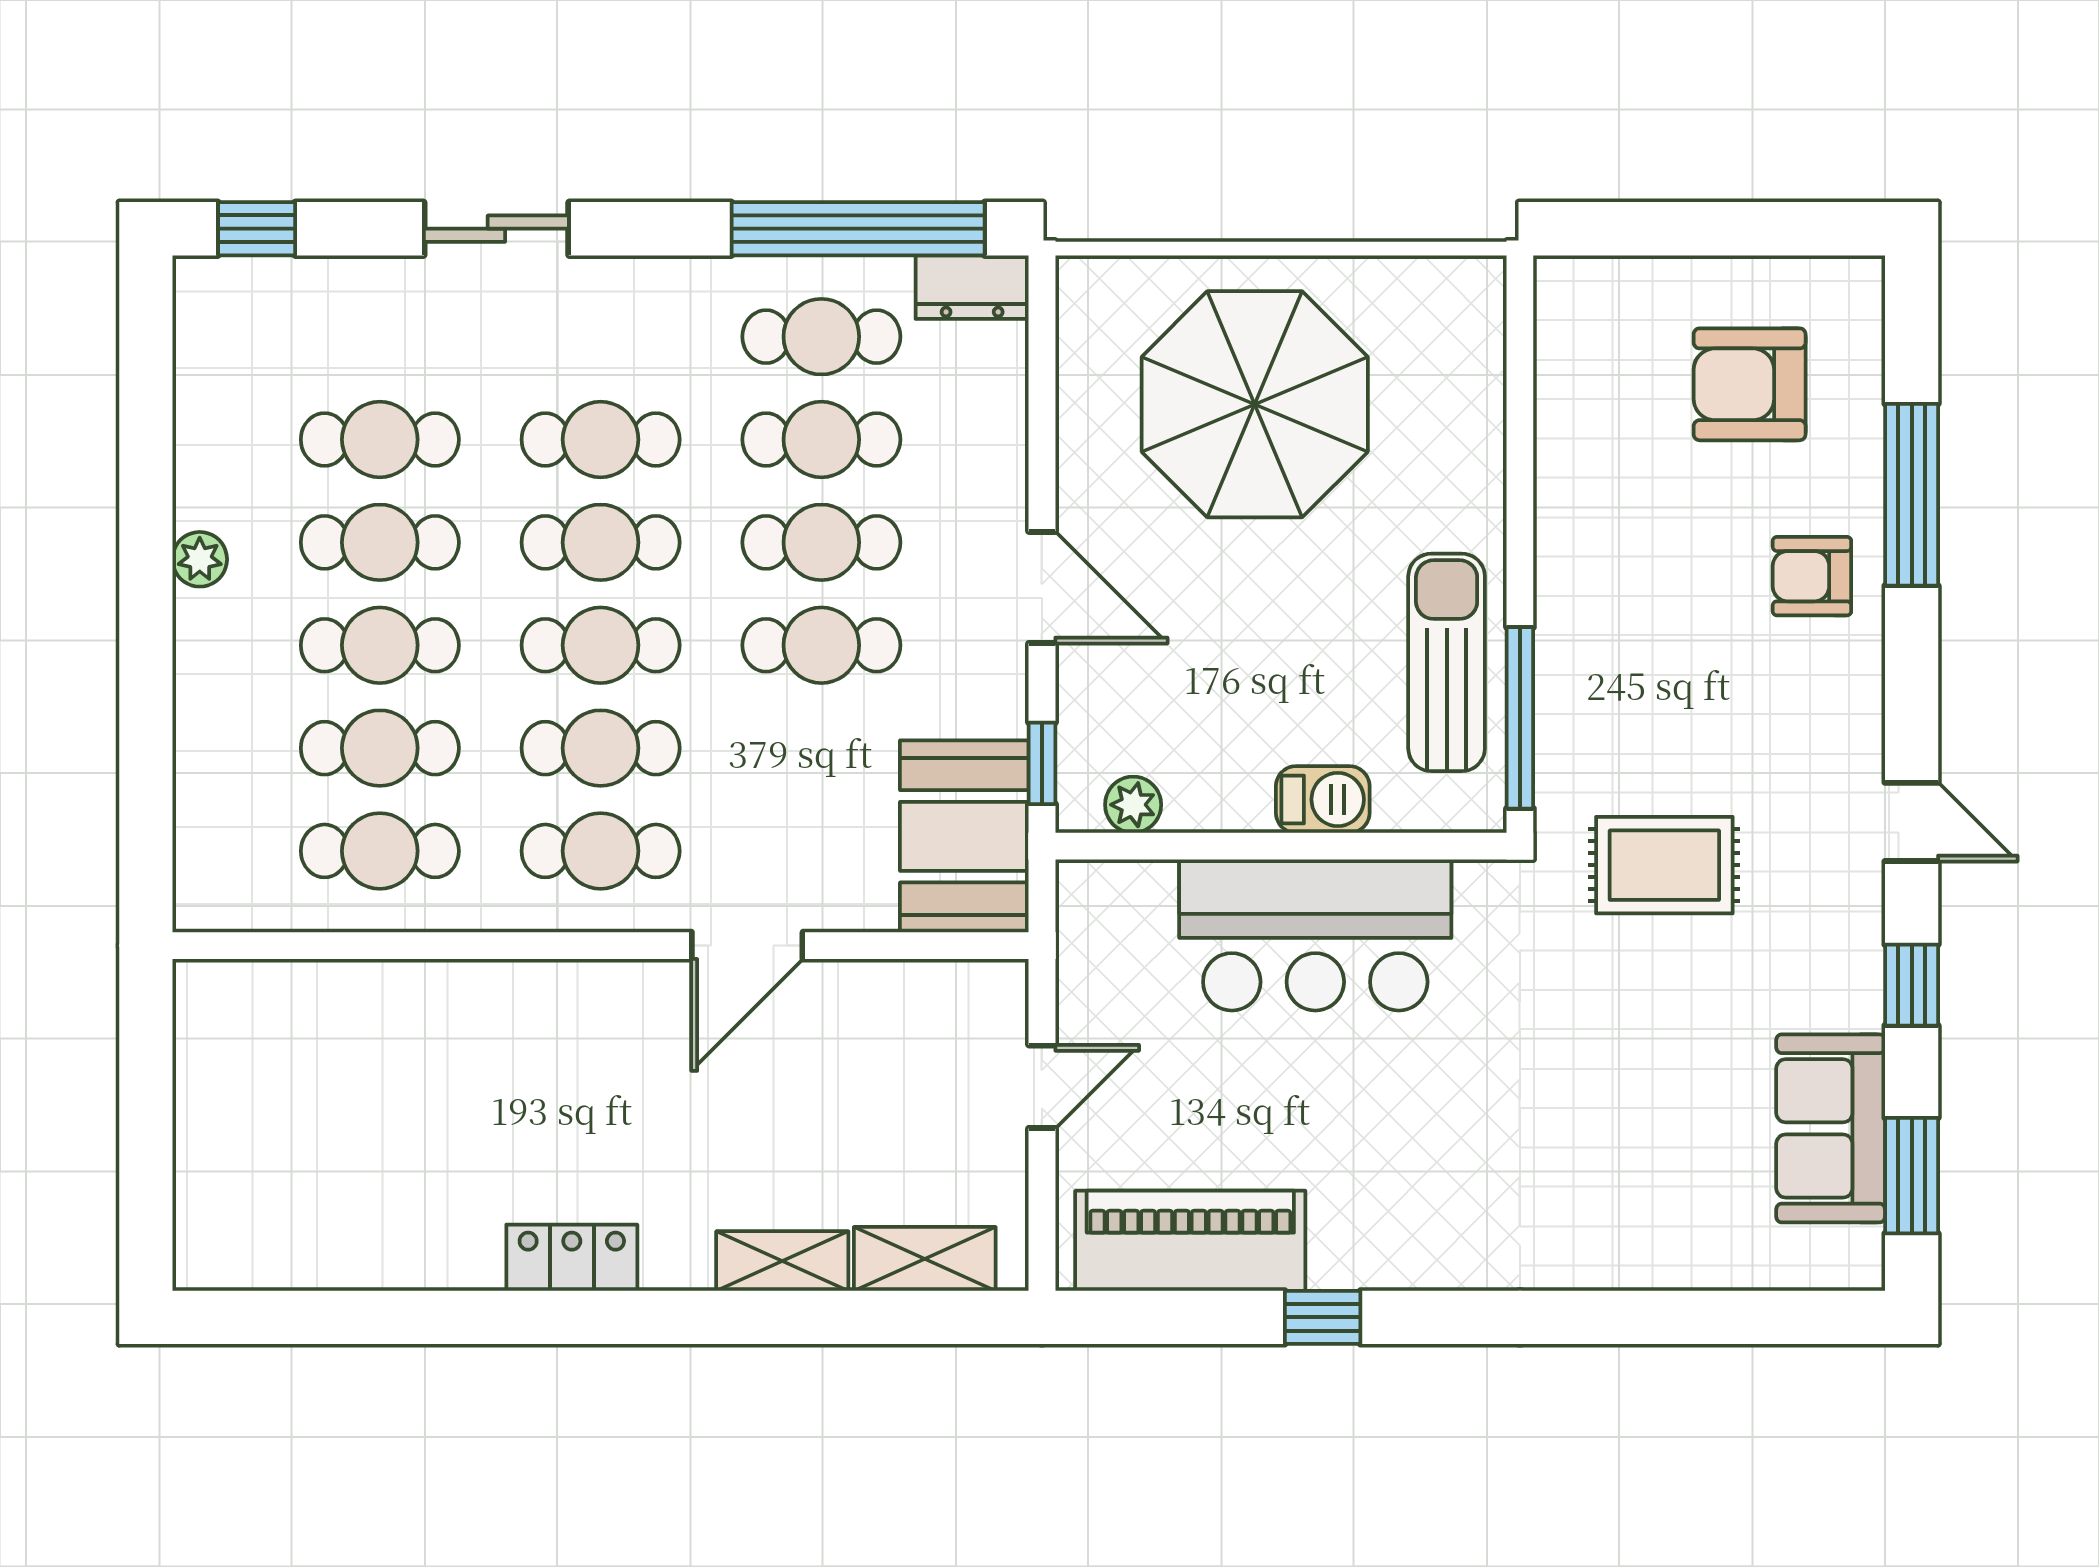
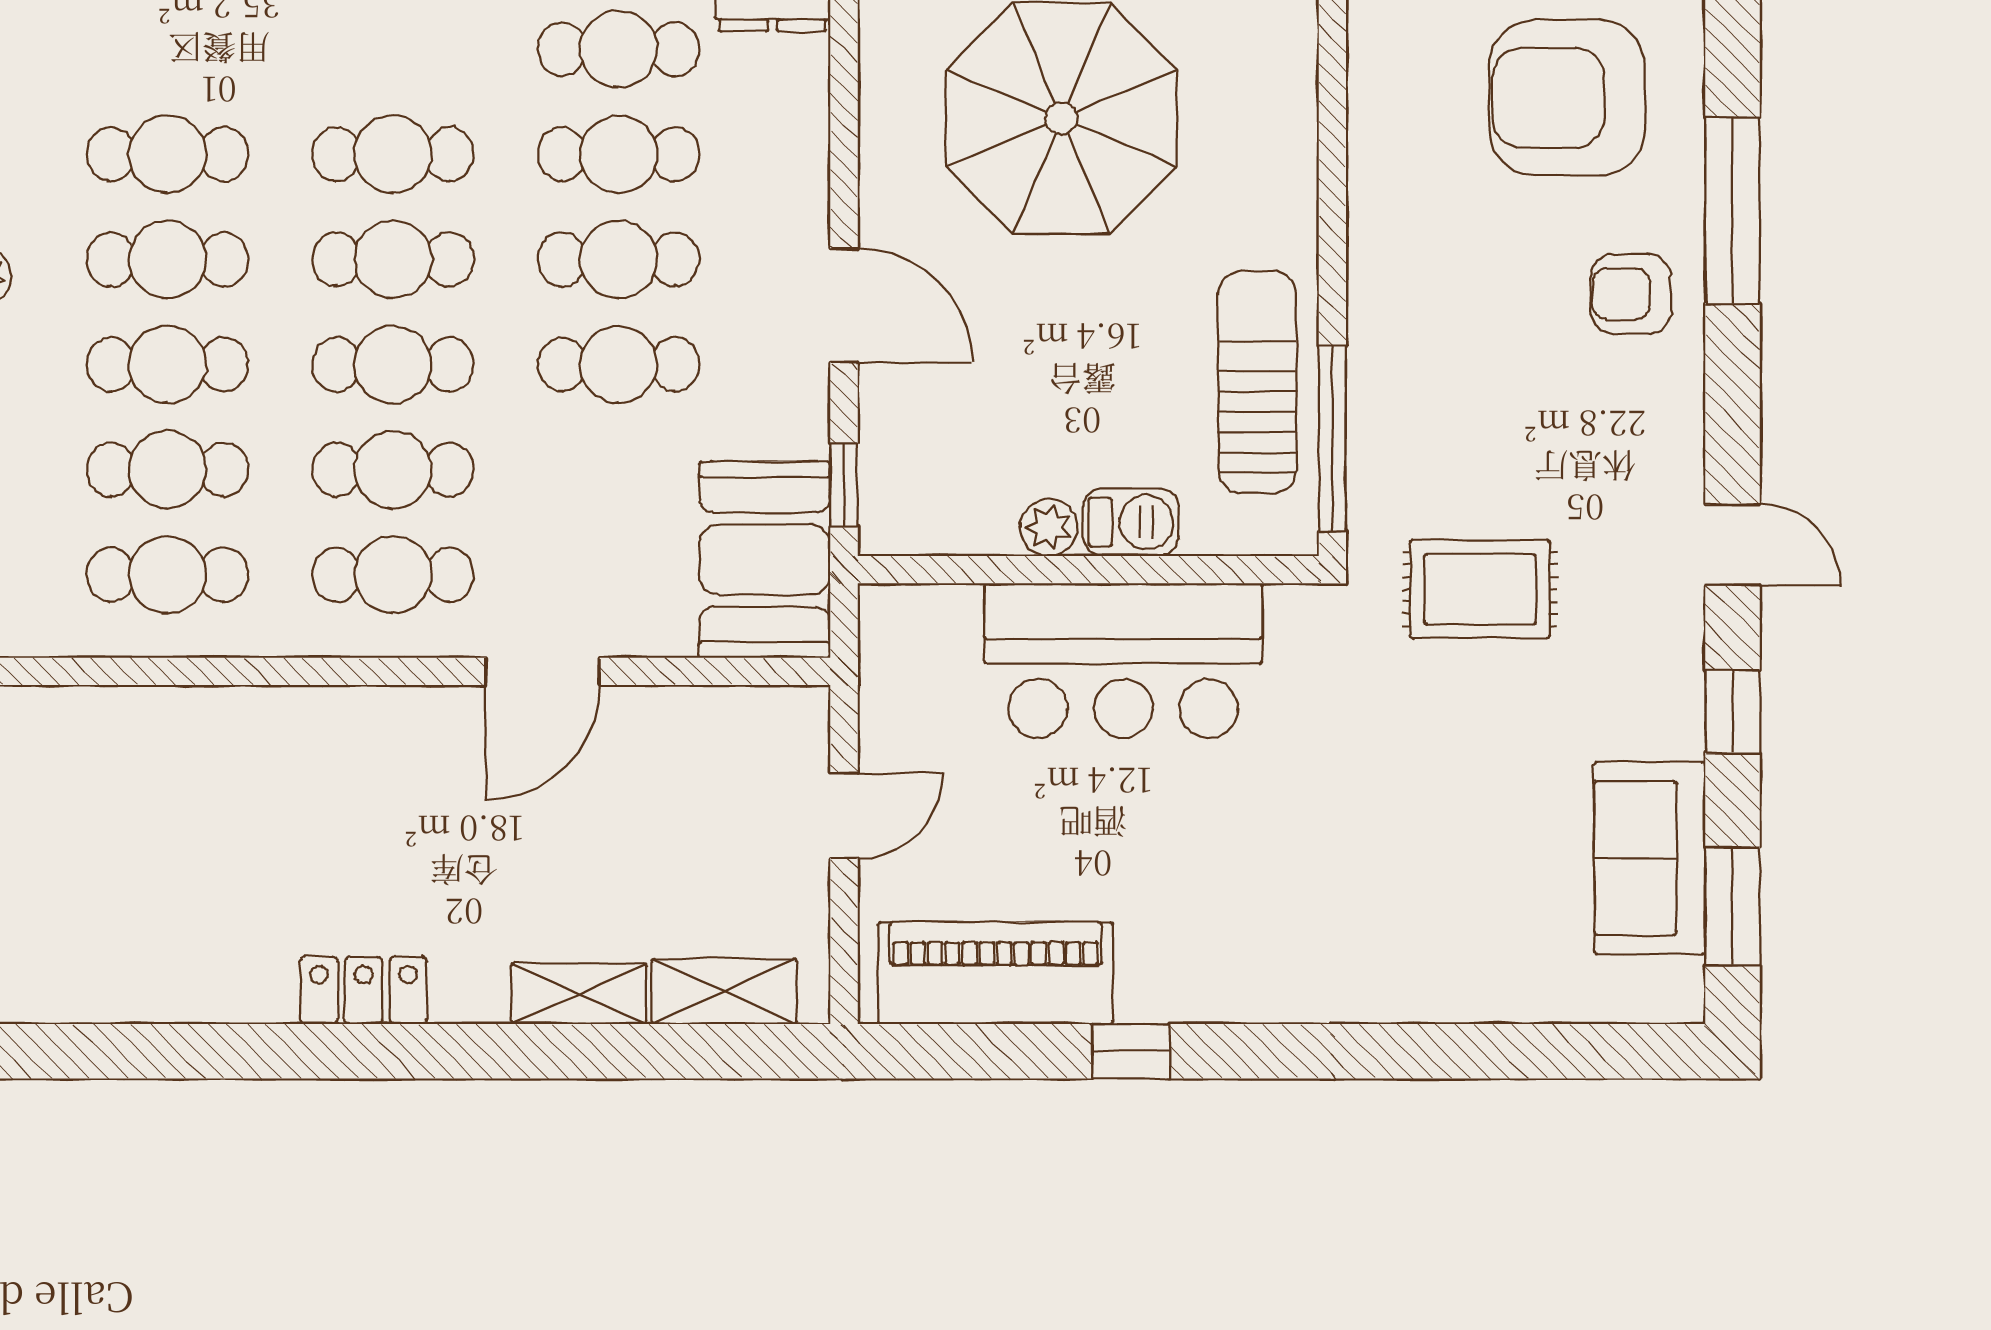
armchair: (1750, 384) -> (1567, 98), width x1.36, depth x1.36
plant: (1133, 805) -> (1049, 527), moved

